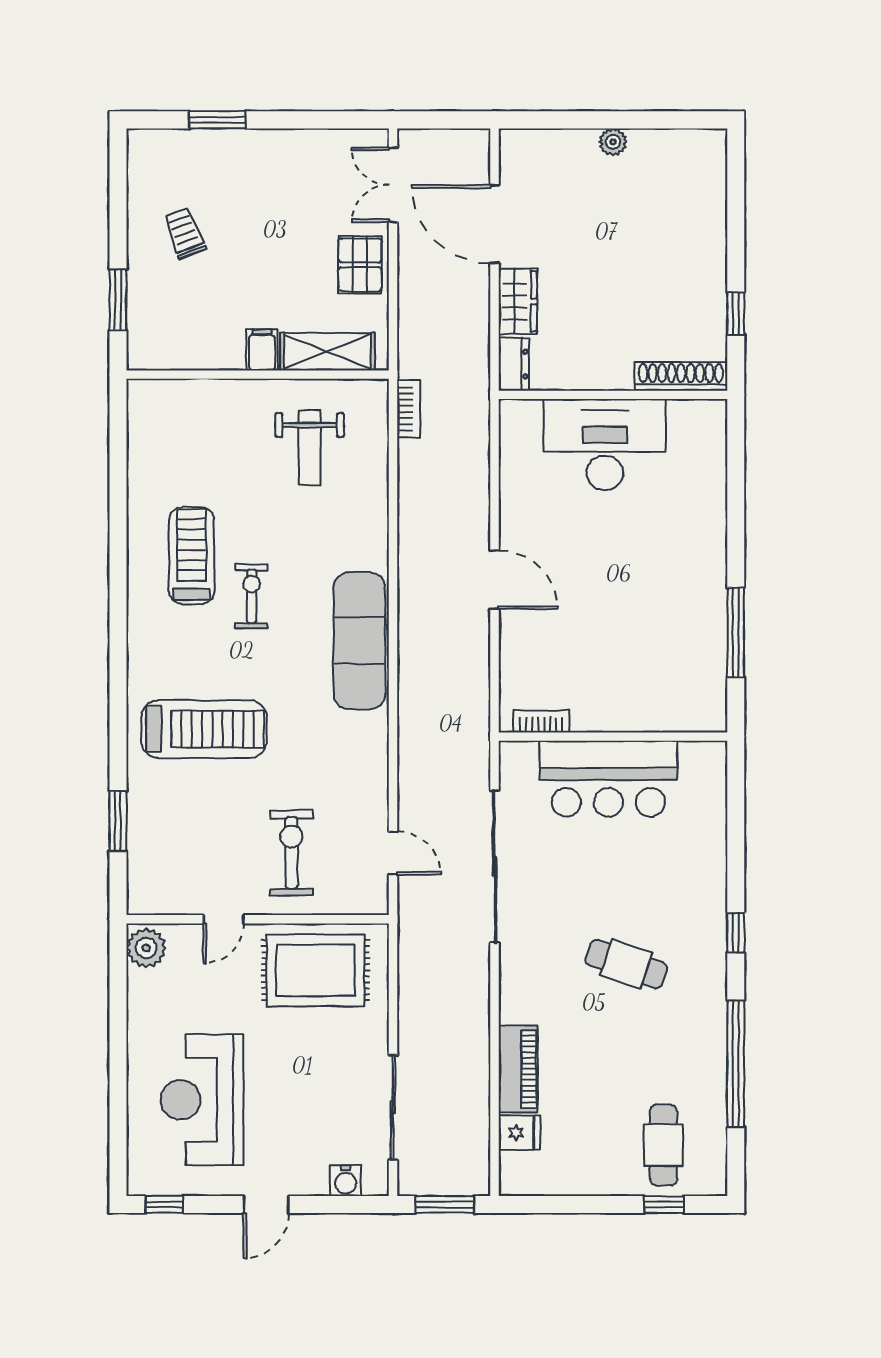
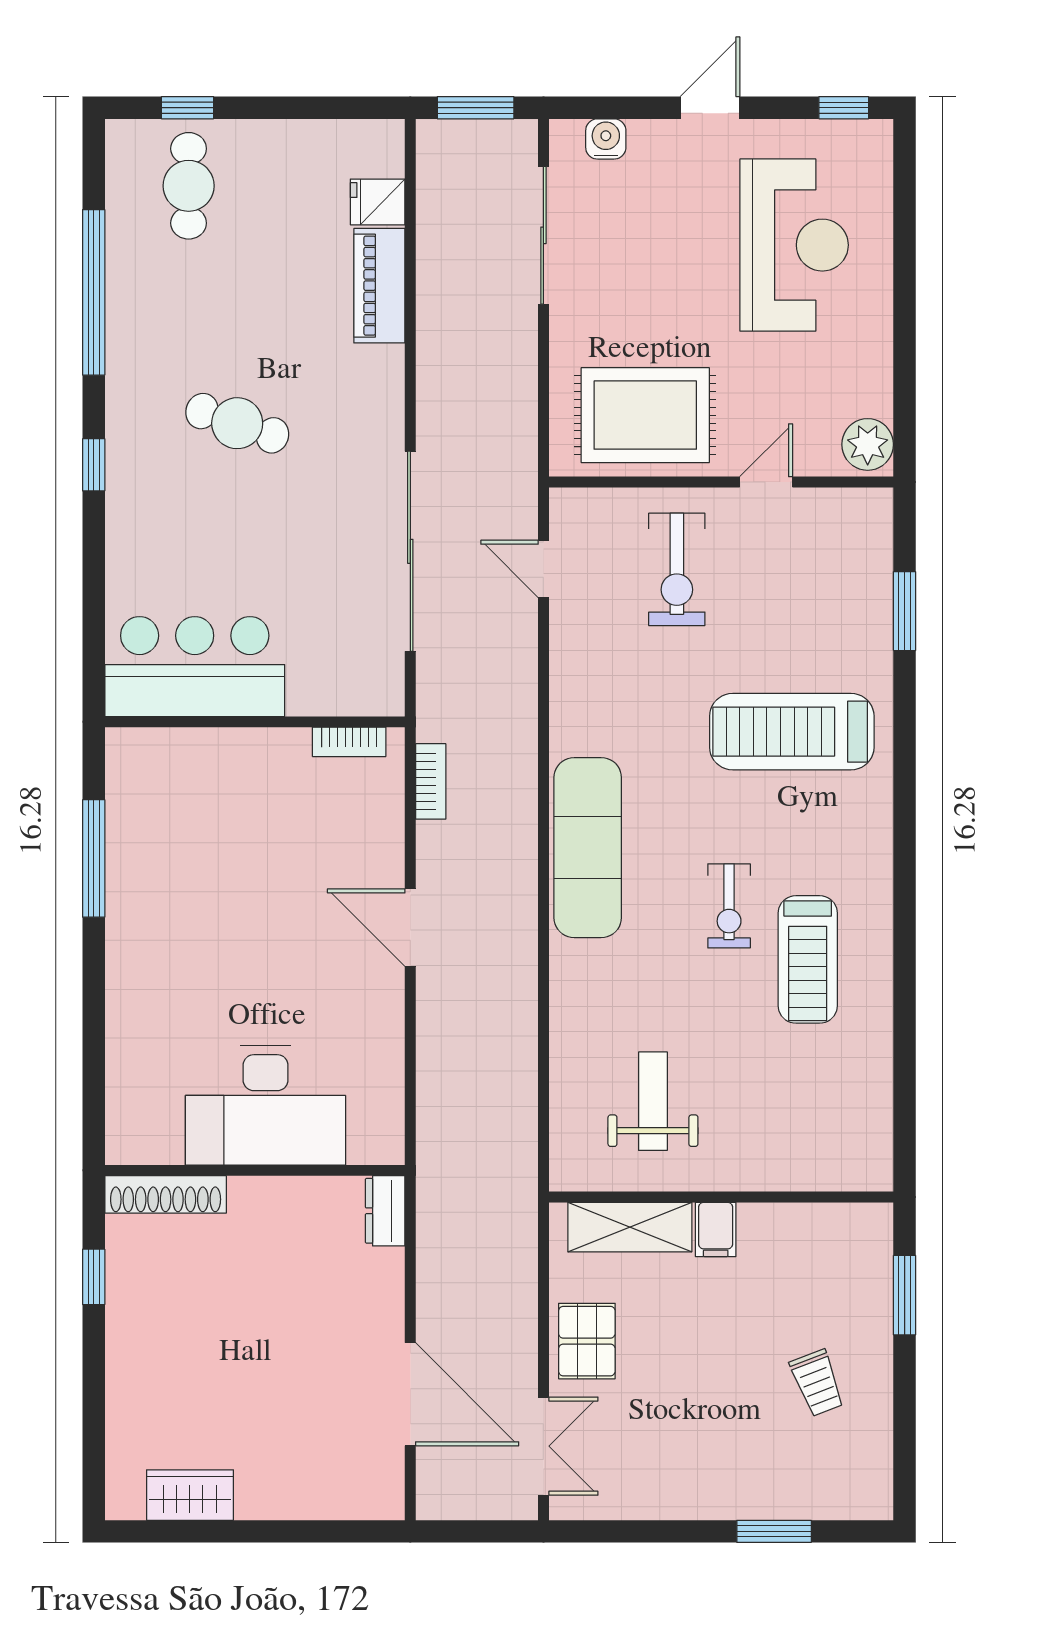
plant: (613, 142) -> (255, 1502), removed
wardrobe: (518, 302) -> (190, 1495), moved, turned 90
bookcase: (409, 409) -> (431, 781), moved, turned 180
bar counter: (608, 779) -> (195, 667), moved

